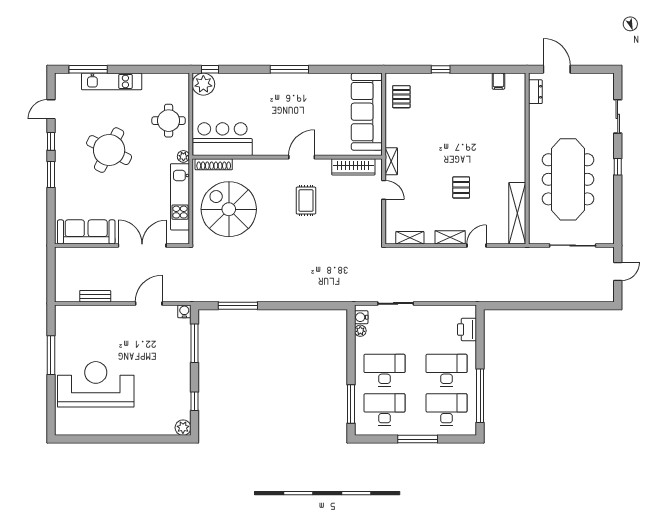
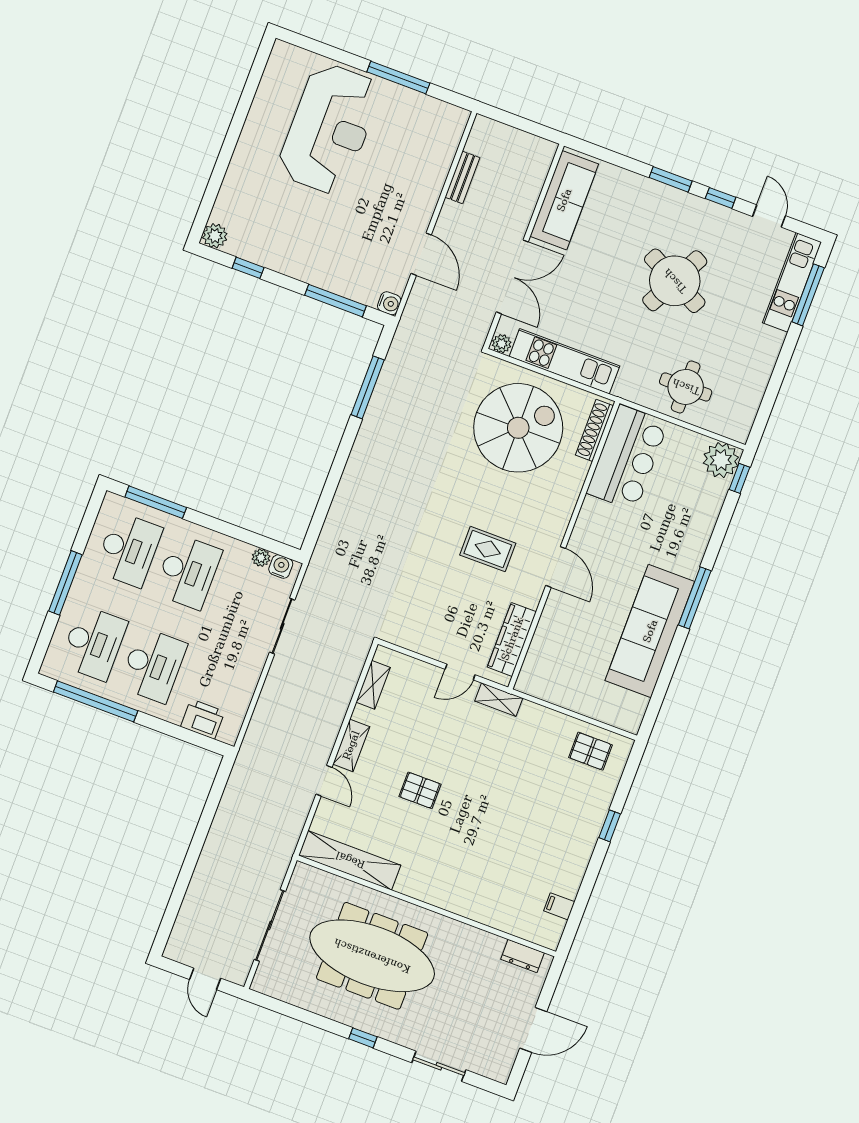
door: (557, 69) -> (533, 1030), moved
kitchen unit: (112, 81) -> (792, 282), moved
sofa: (367, 112) -> (650, 631), moved, turned -90
plant: (183, 156) -> (502, 344), moved

